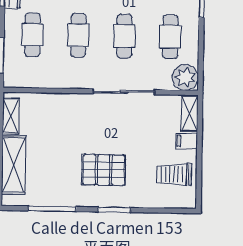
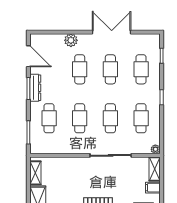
plant: (185, 77) -> (155, 149), width x0.53, depth x0.53

